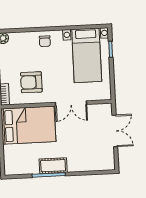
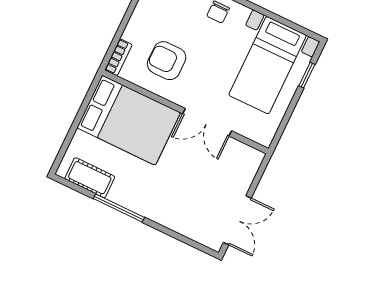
double door: (115, 131) -> (237, 220), moved
cot: (53, 166) -> (90, 178), moved

